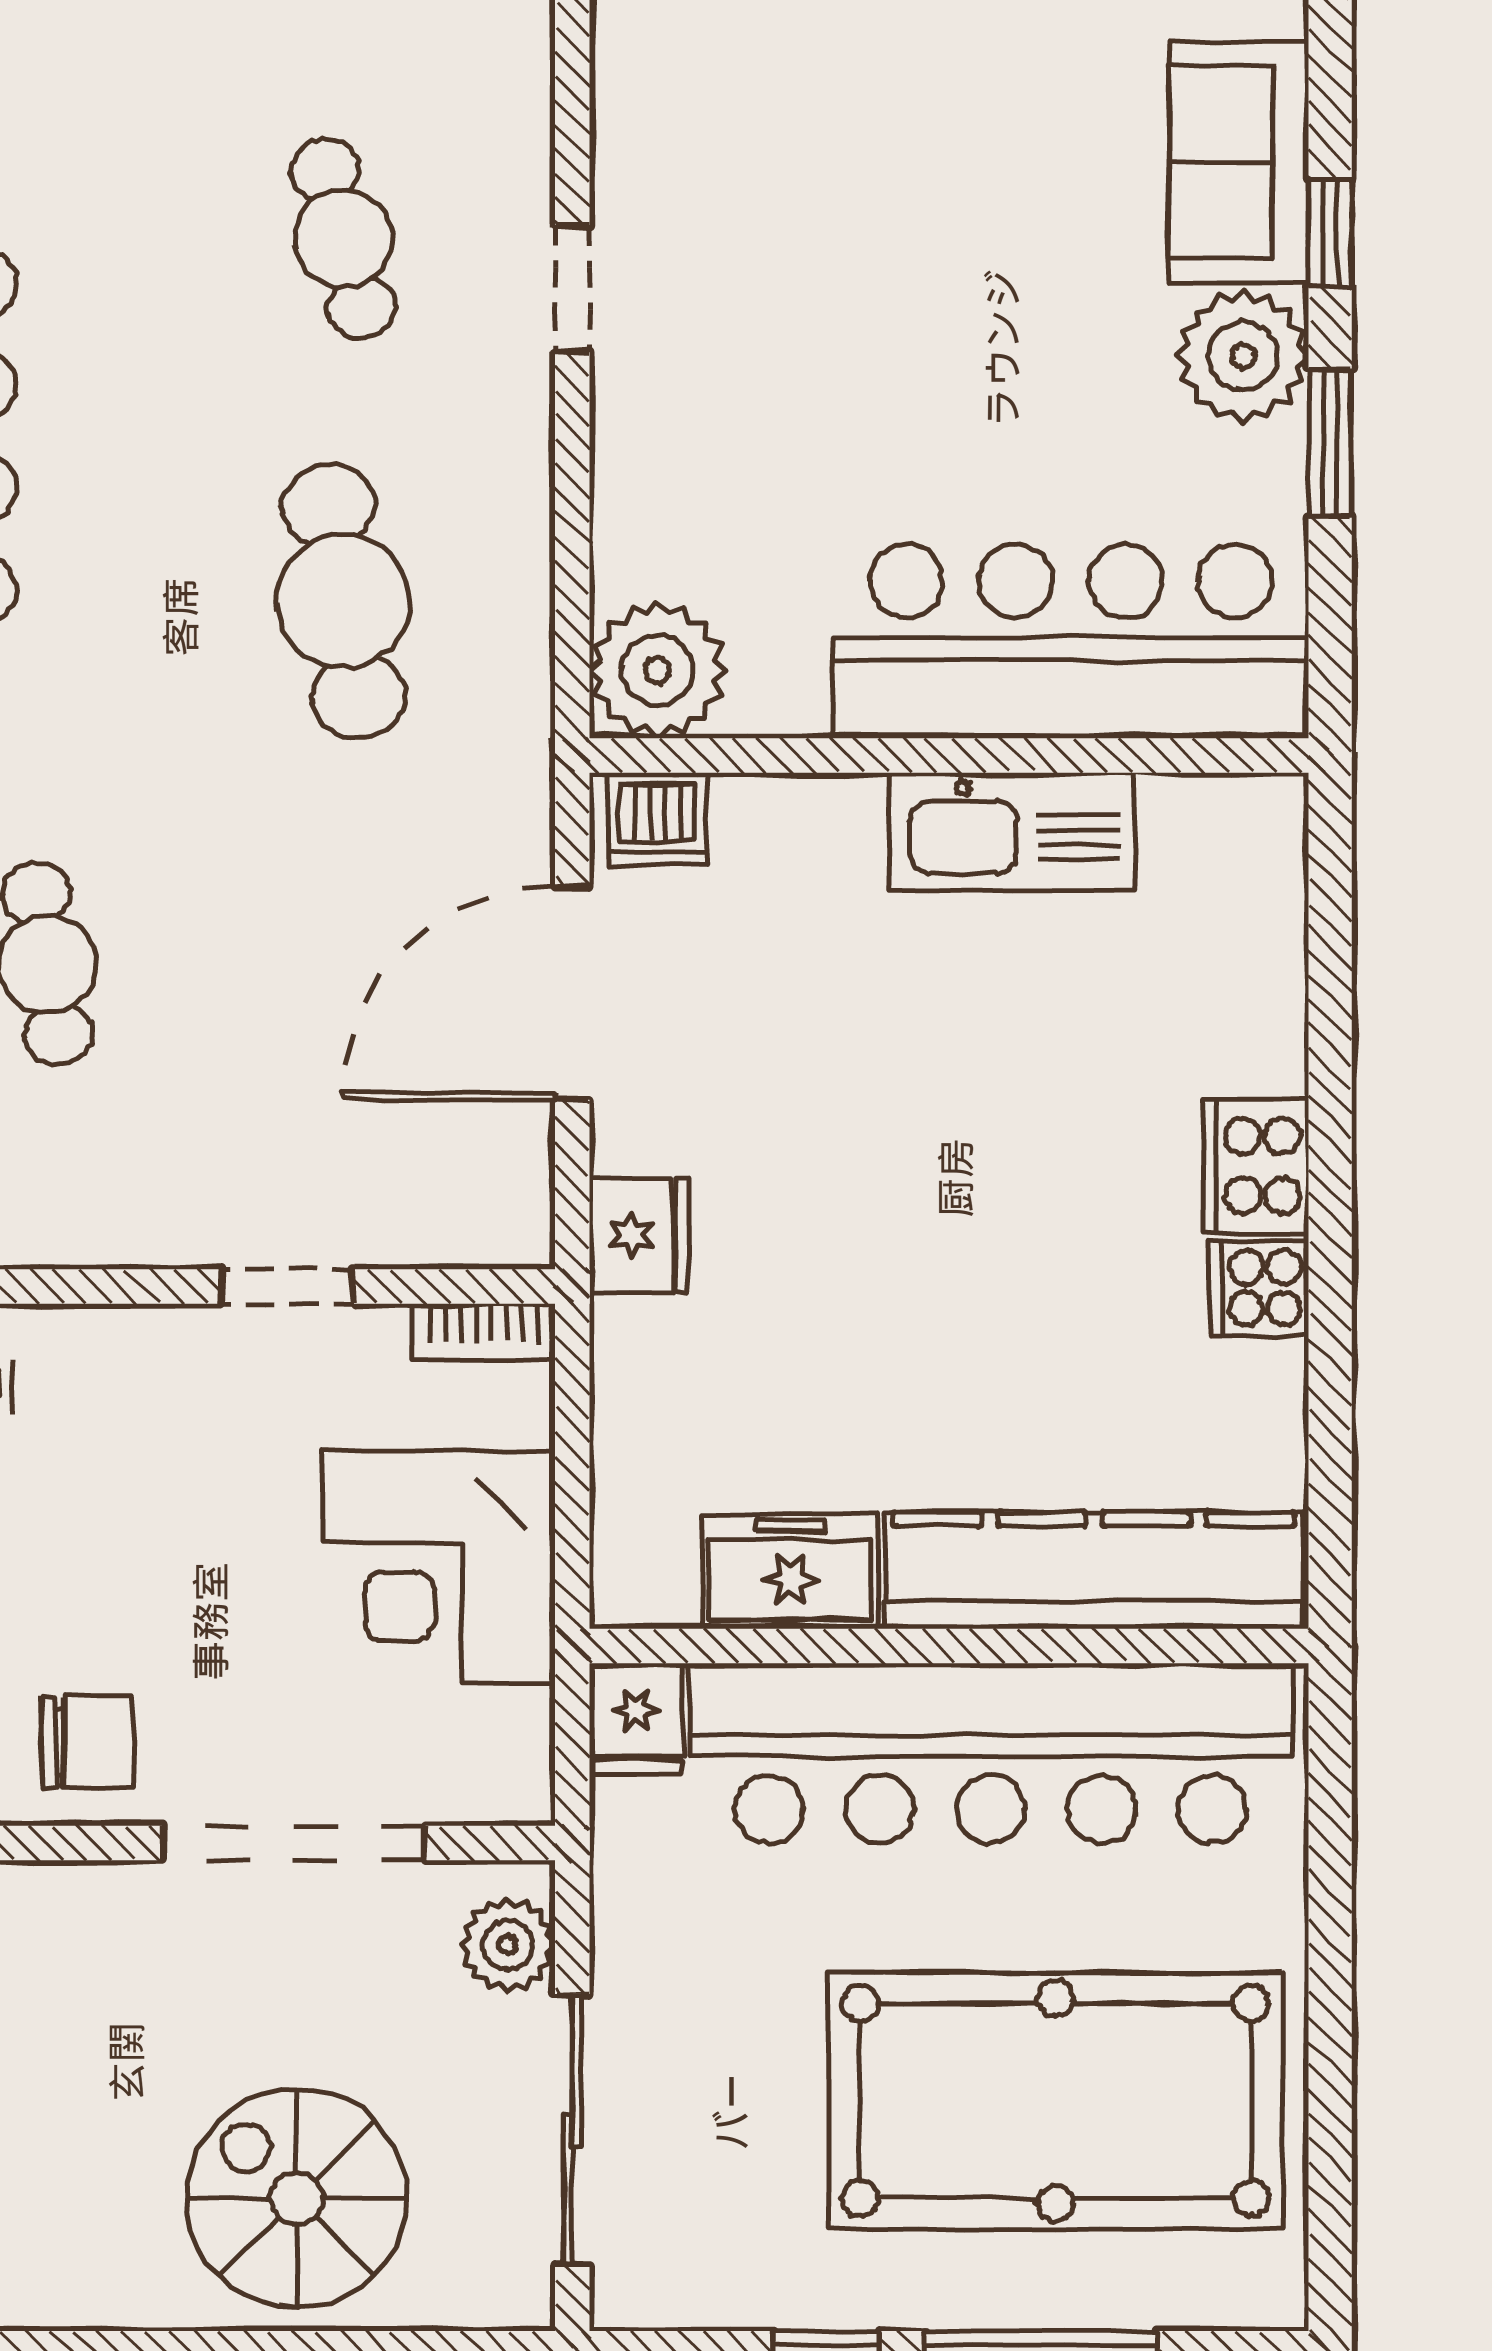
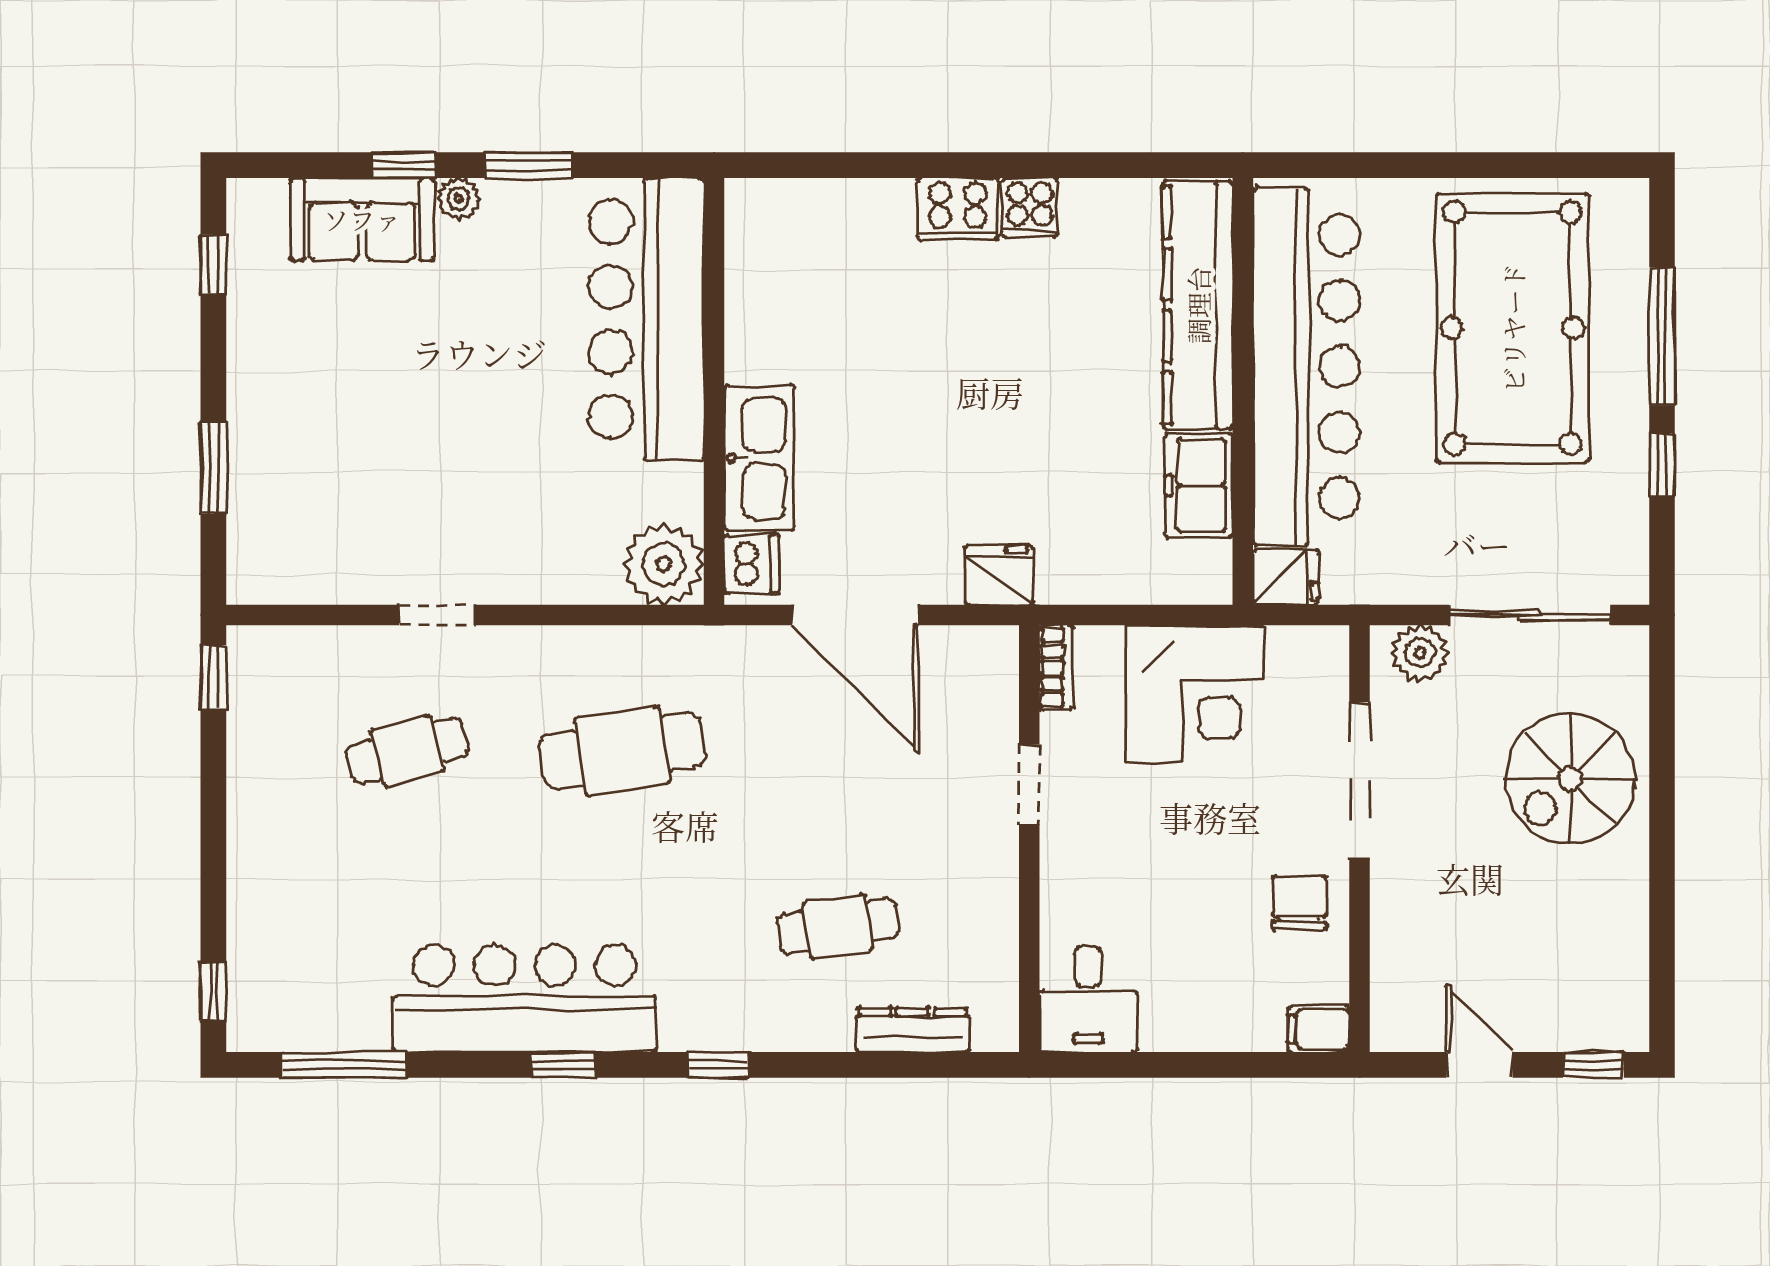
plant: (1243, 356) -> (459, 199), width x0.53, depth x0.53
kitchen sink: (1012, 831) -> (759, 458), moved

